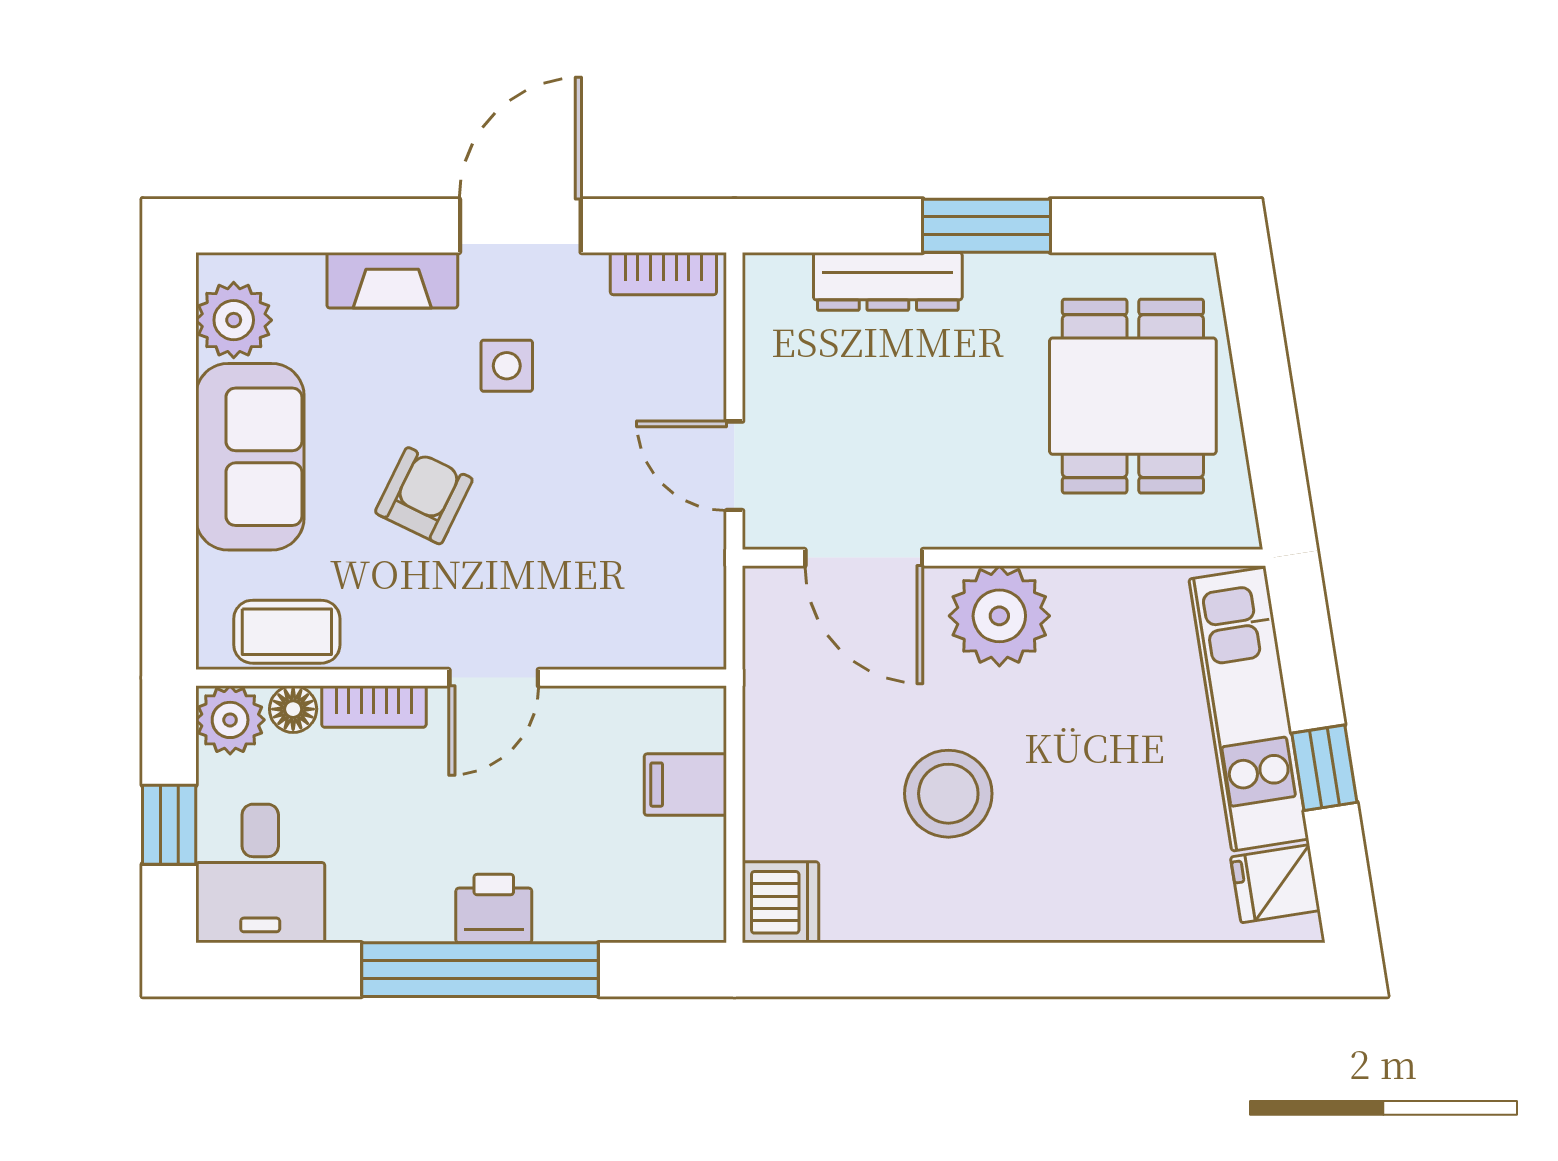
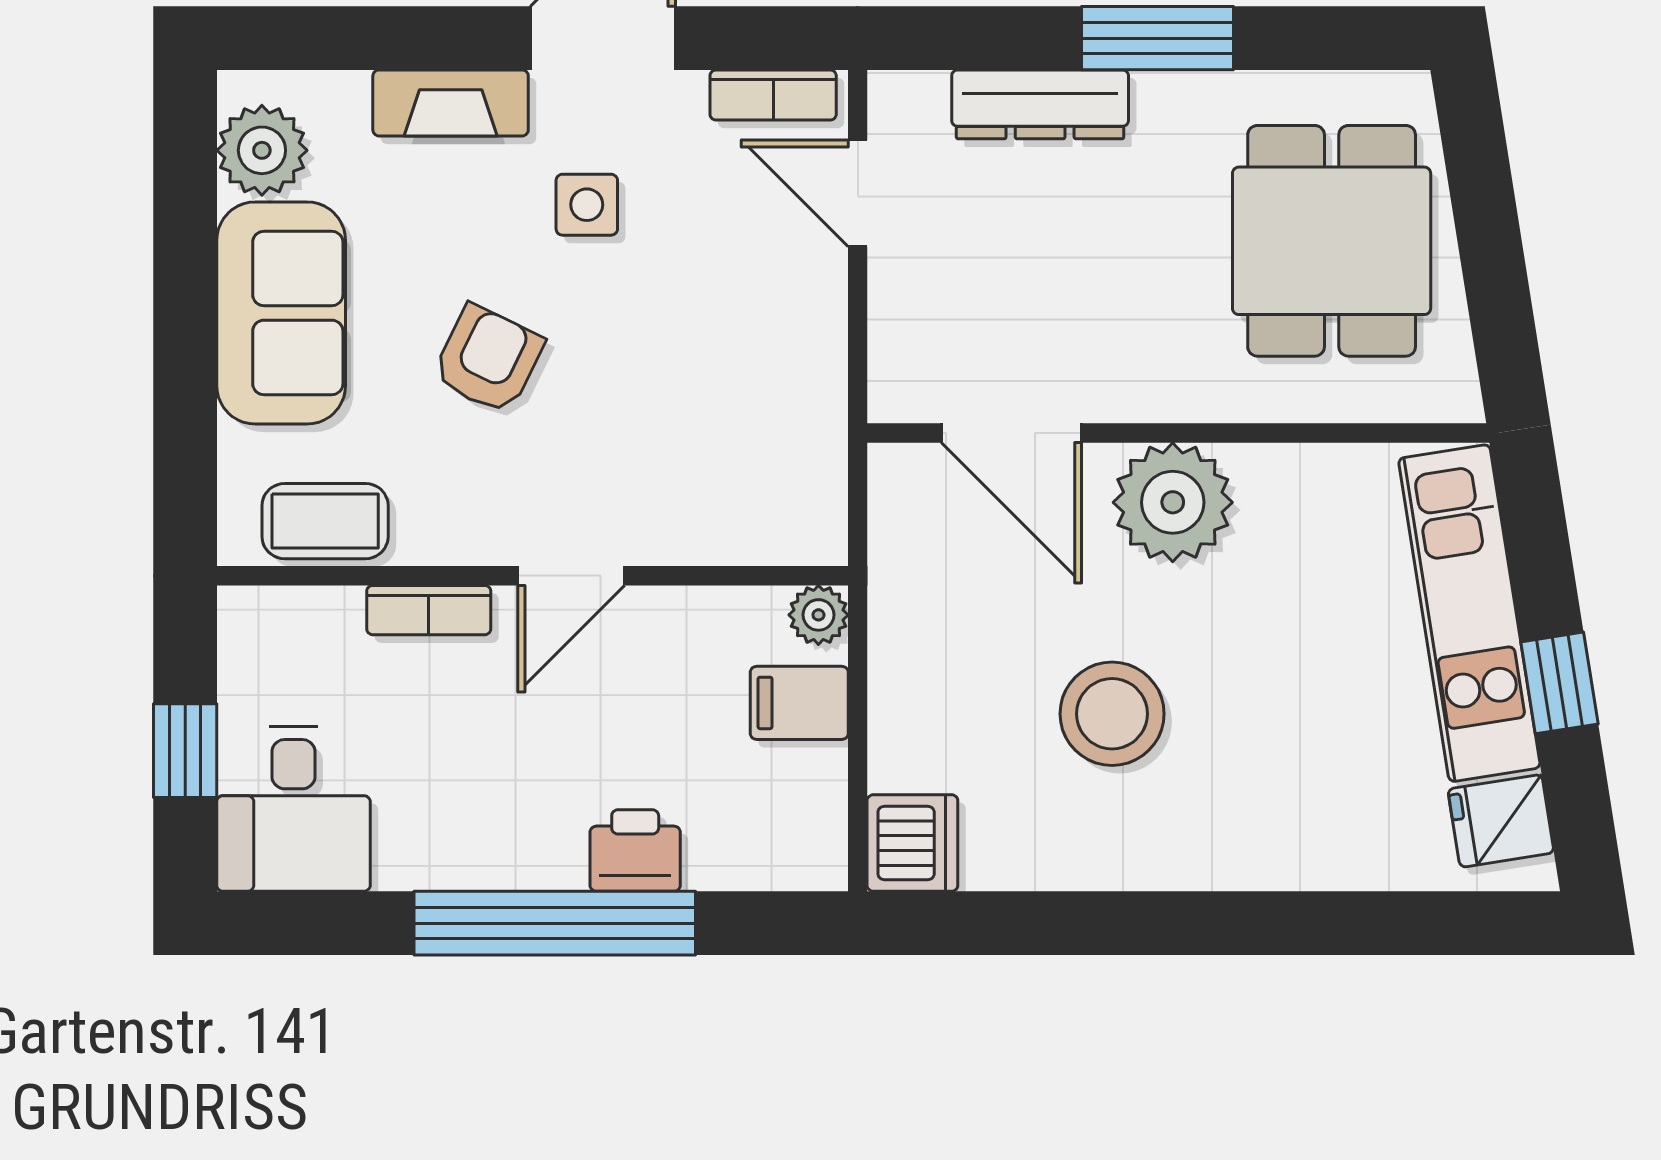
door: (734, 466) -> (858, 193), moved
floor lamp: (293, 709) -> (333, 613), removed
plant: (230, 720) -> (818, 615), moved, width x0.73, depth x0.73
printer: (494, 909) -> (635, 851), moved

